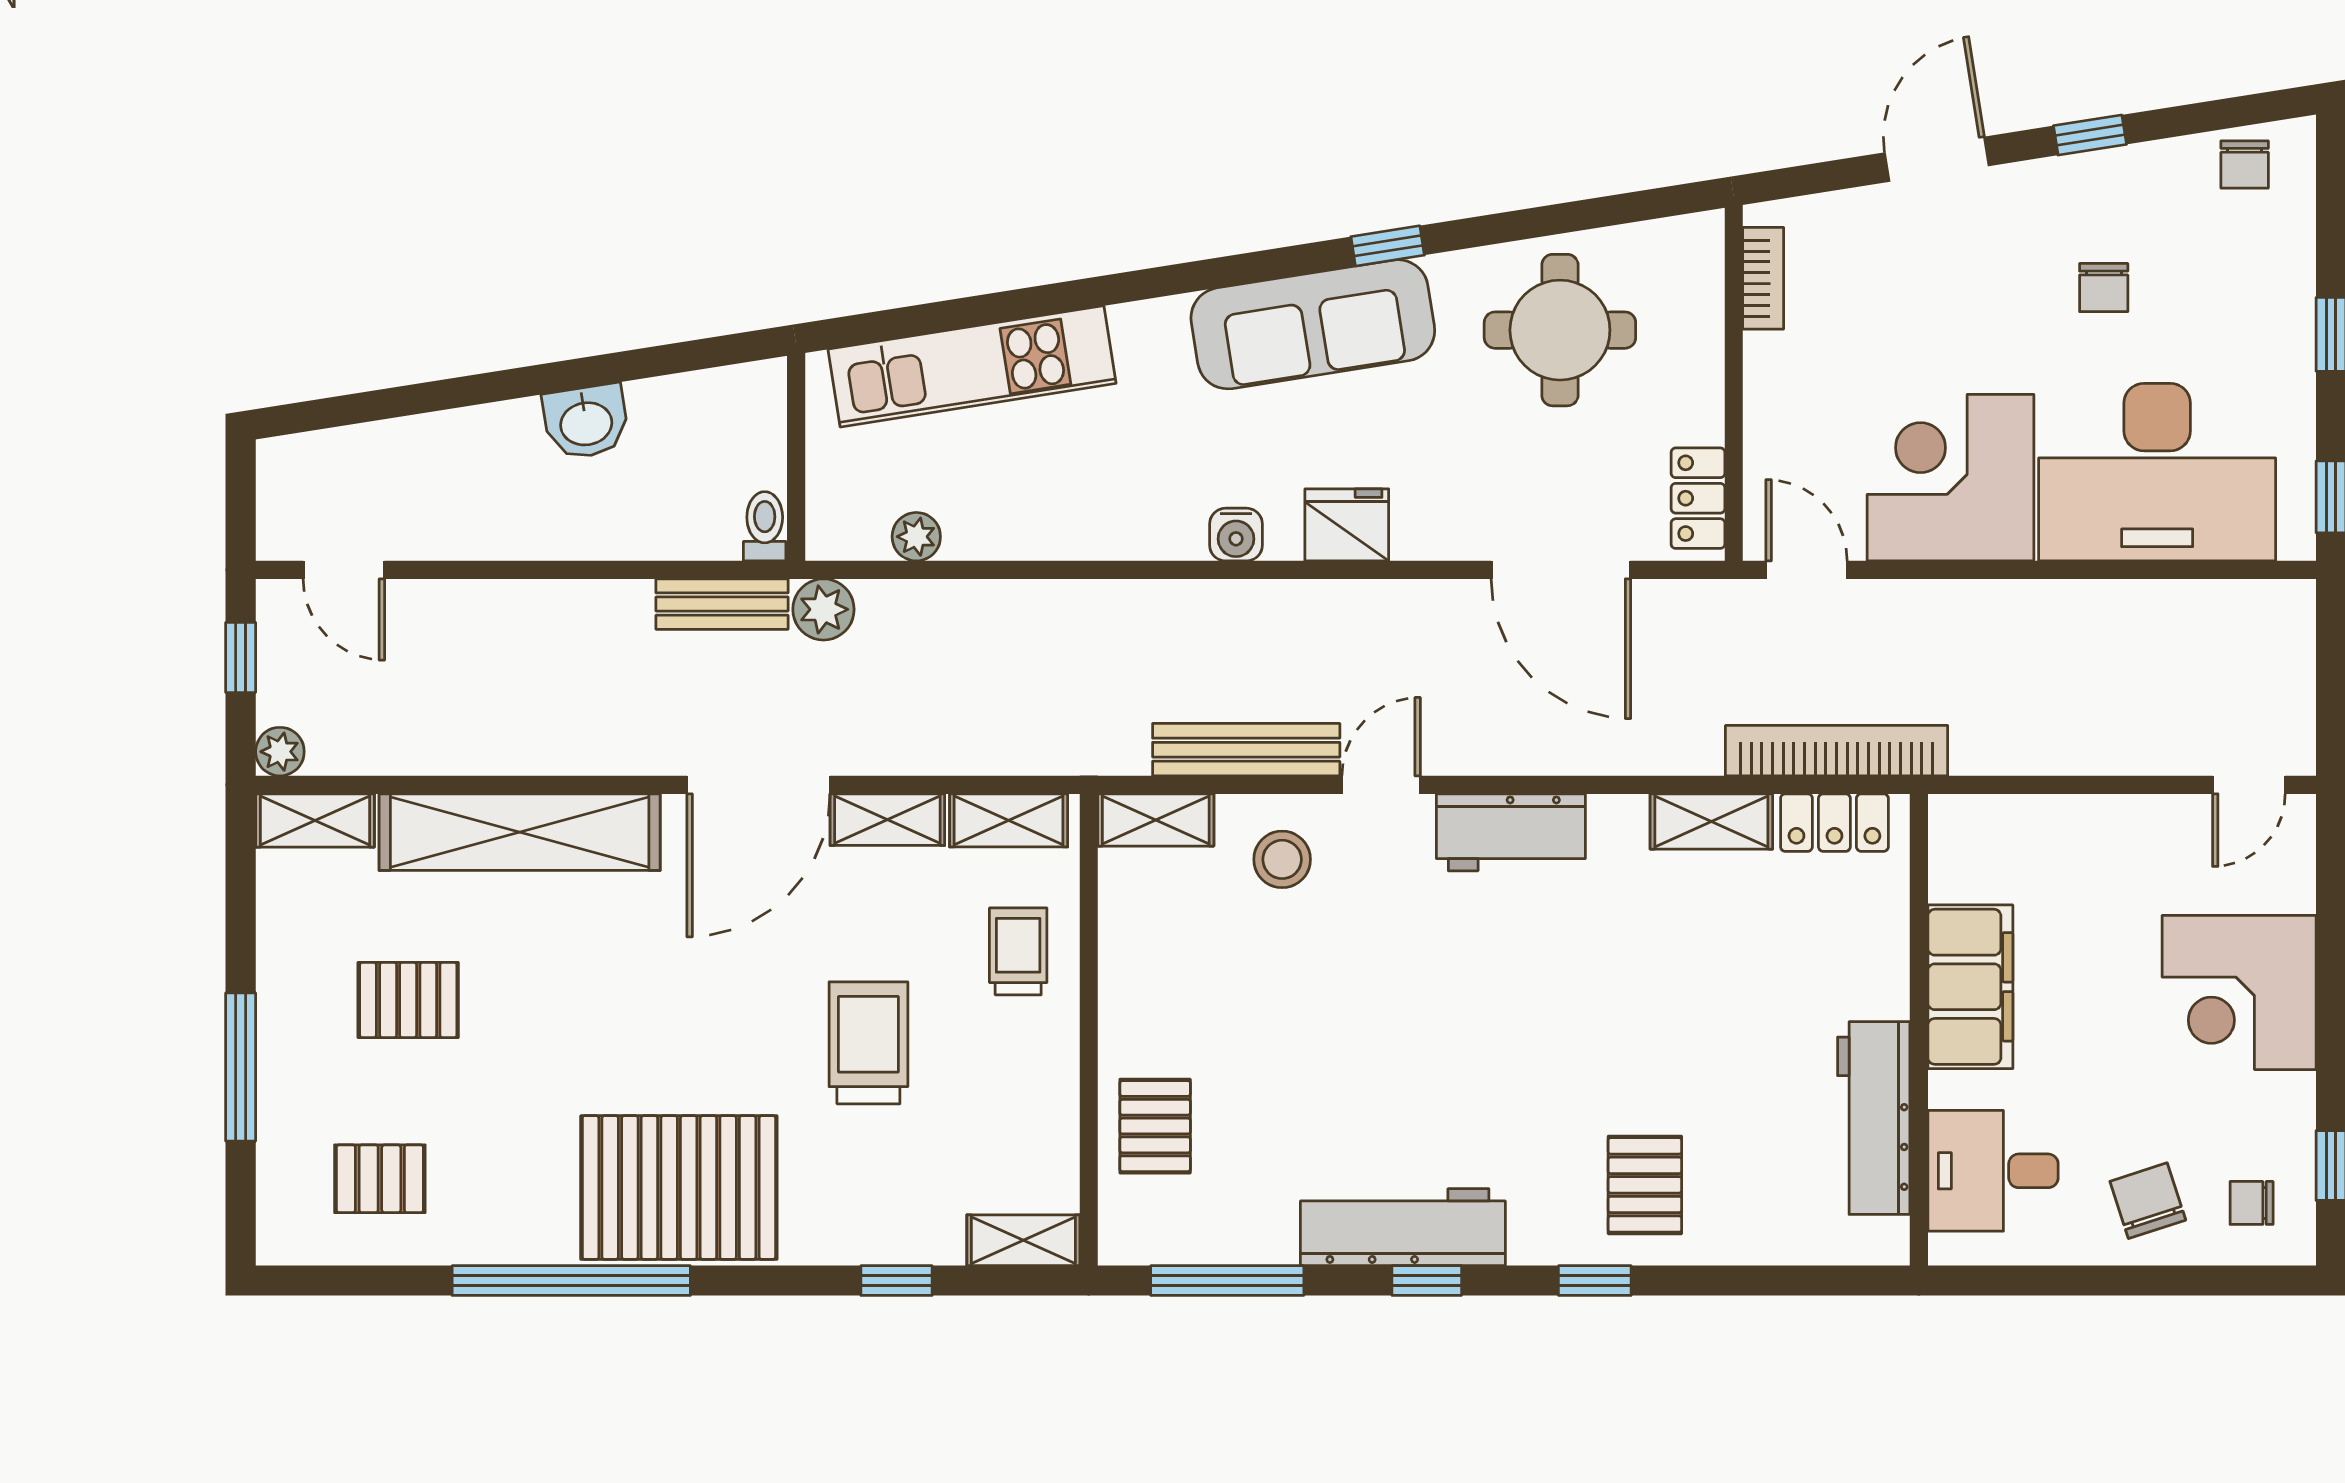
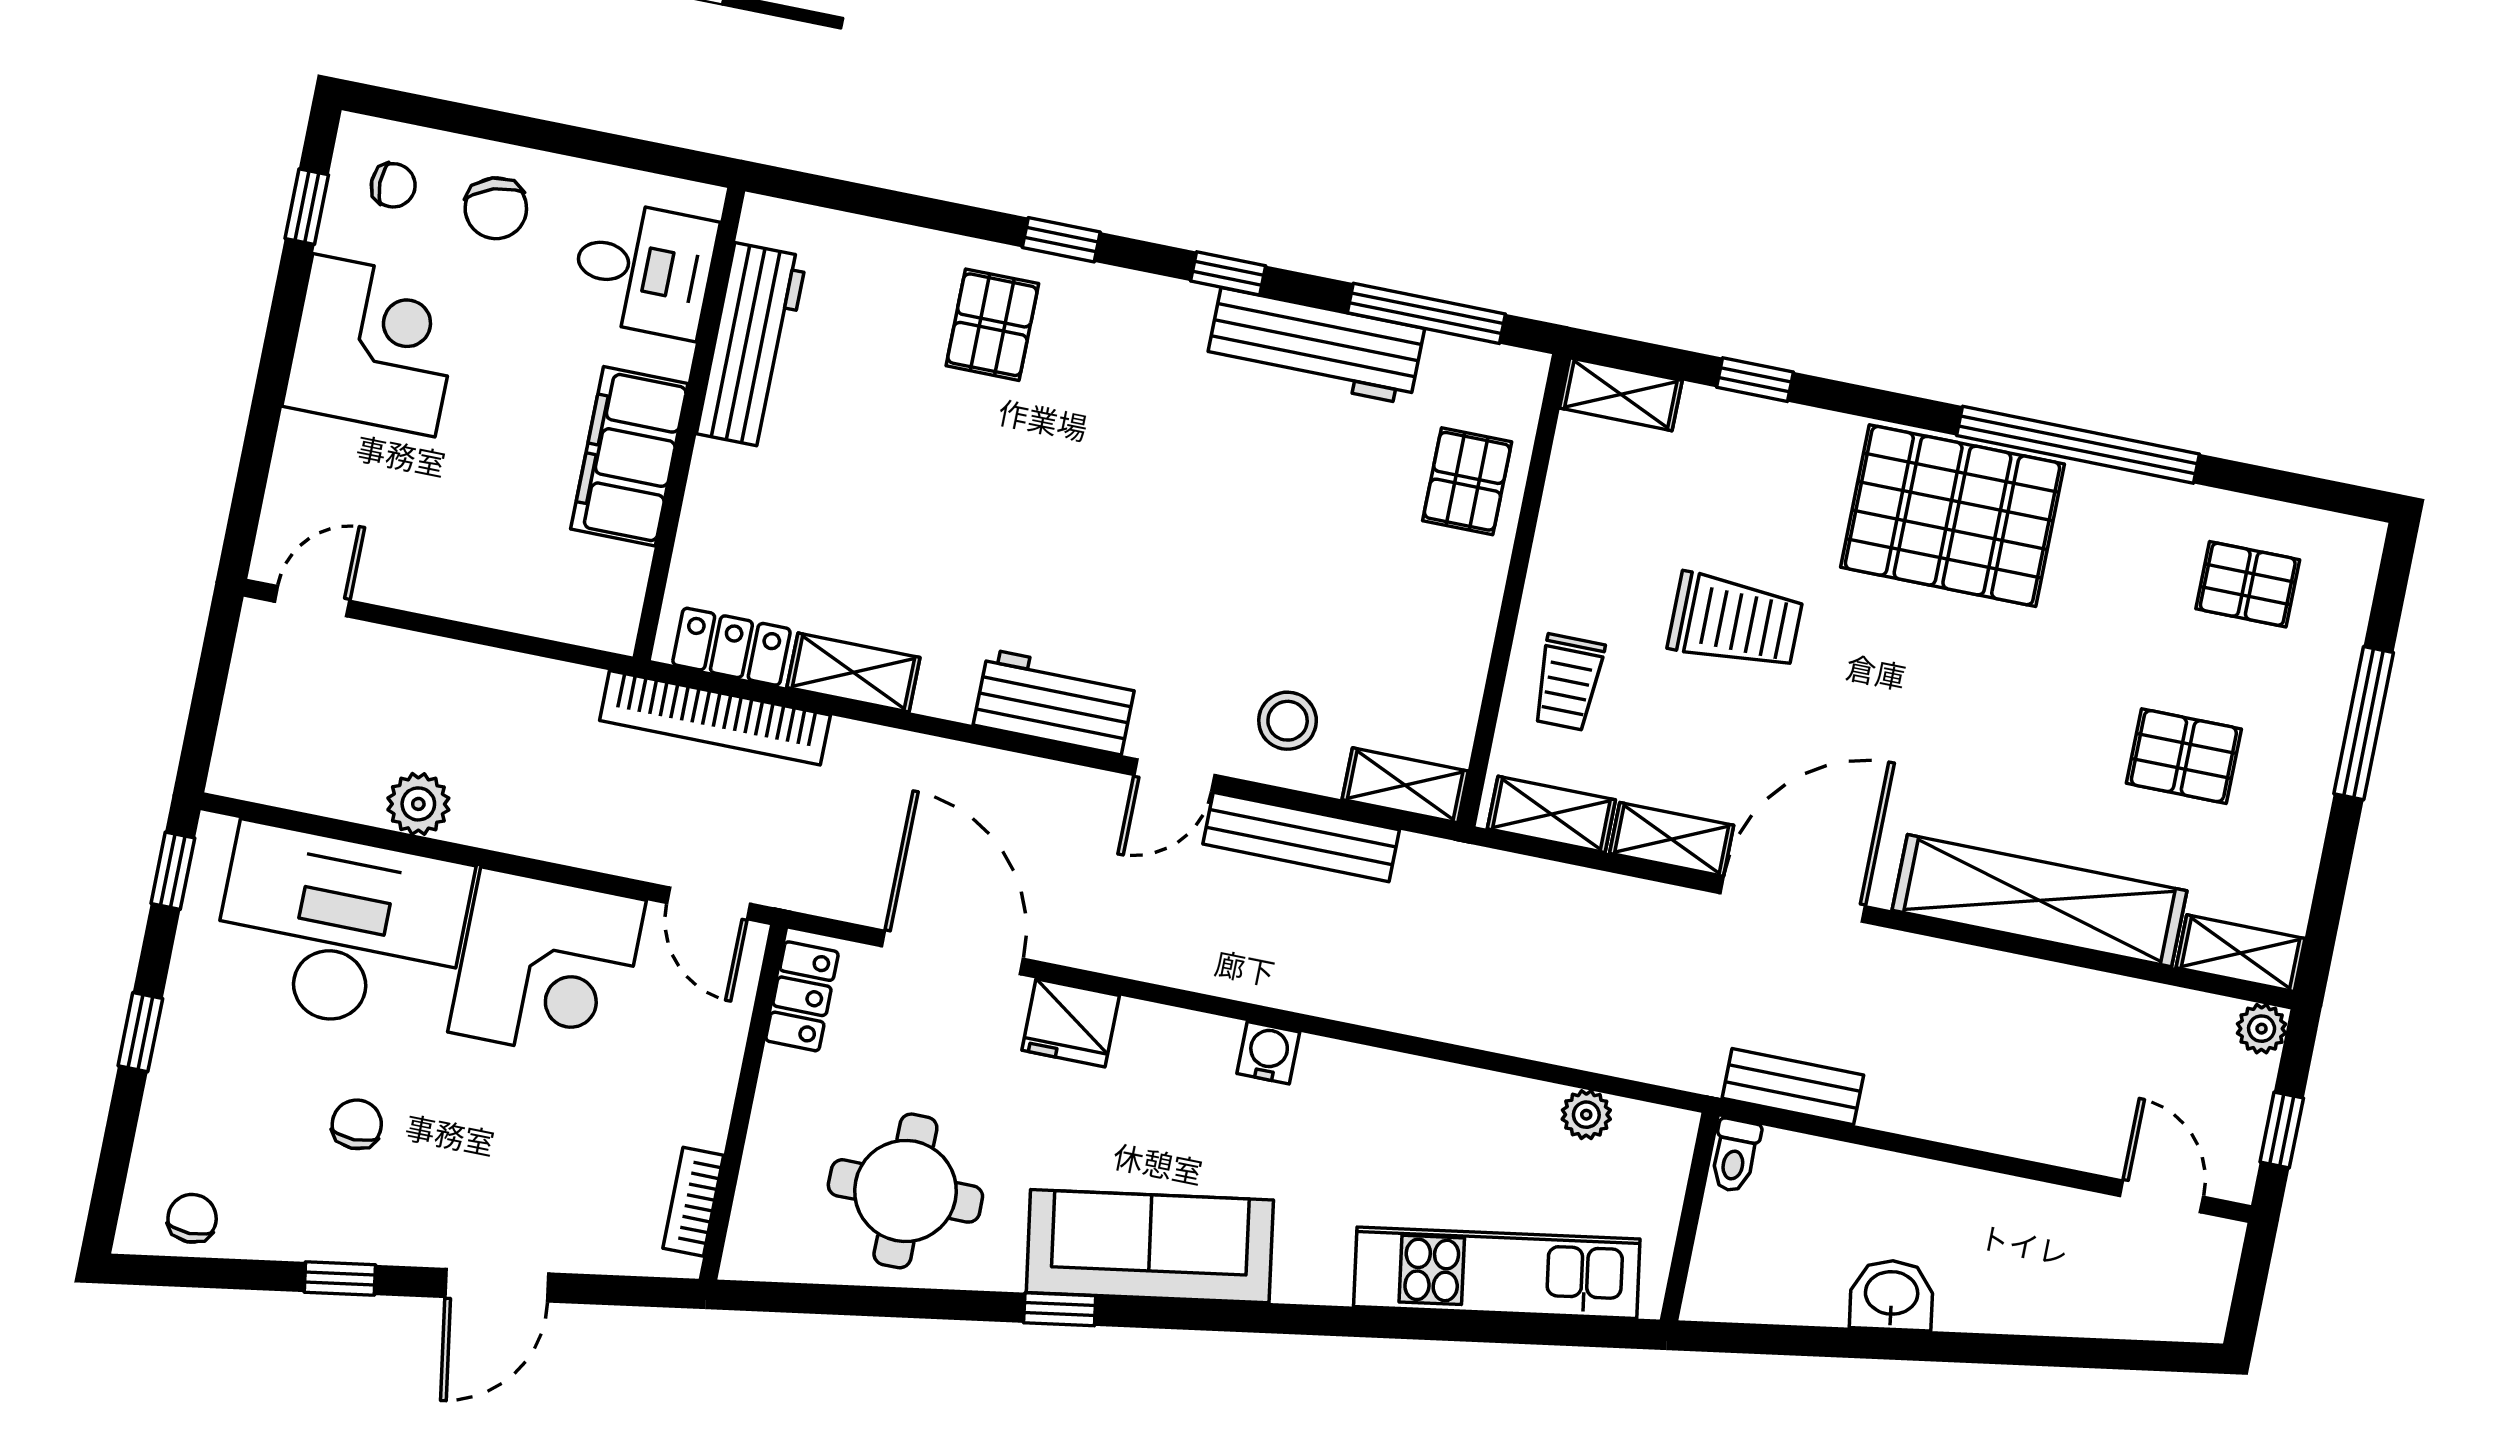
fridge: (1347, 525) -> (1071, 1023), moved
plant: (823, 609) -> (418, 804), moved
corner desk: (2239, 992) -> (374, 345), moved
trolley: (868, 1043) -> (1735, 621), turned -90
workbench: (1403, 1227) -> (1315, 346), moved

